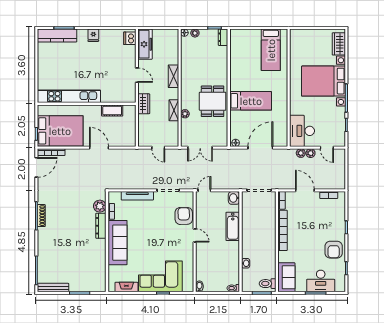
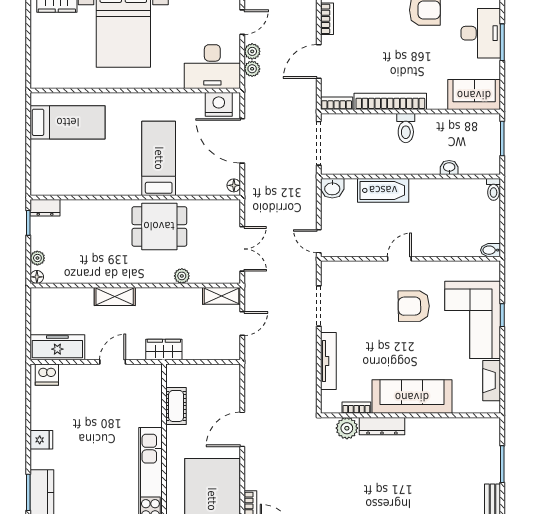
shelving: (174, 110) -> (222, 296), moved
nightstand: (281, 134) -> (219, 104), added
armchair: (184, 216) -> (414, 306), moved
toilet: (268, 284) -> (406, 128), moved

